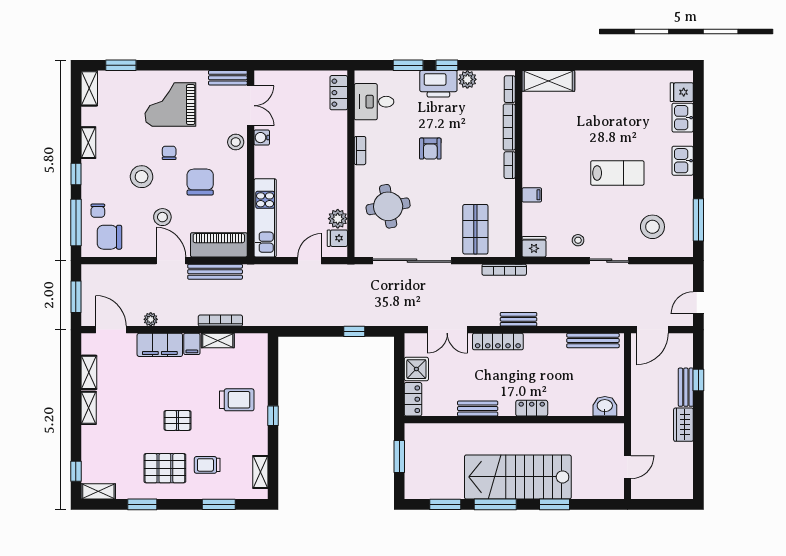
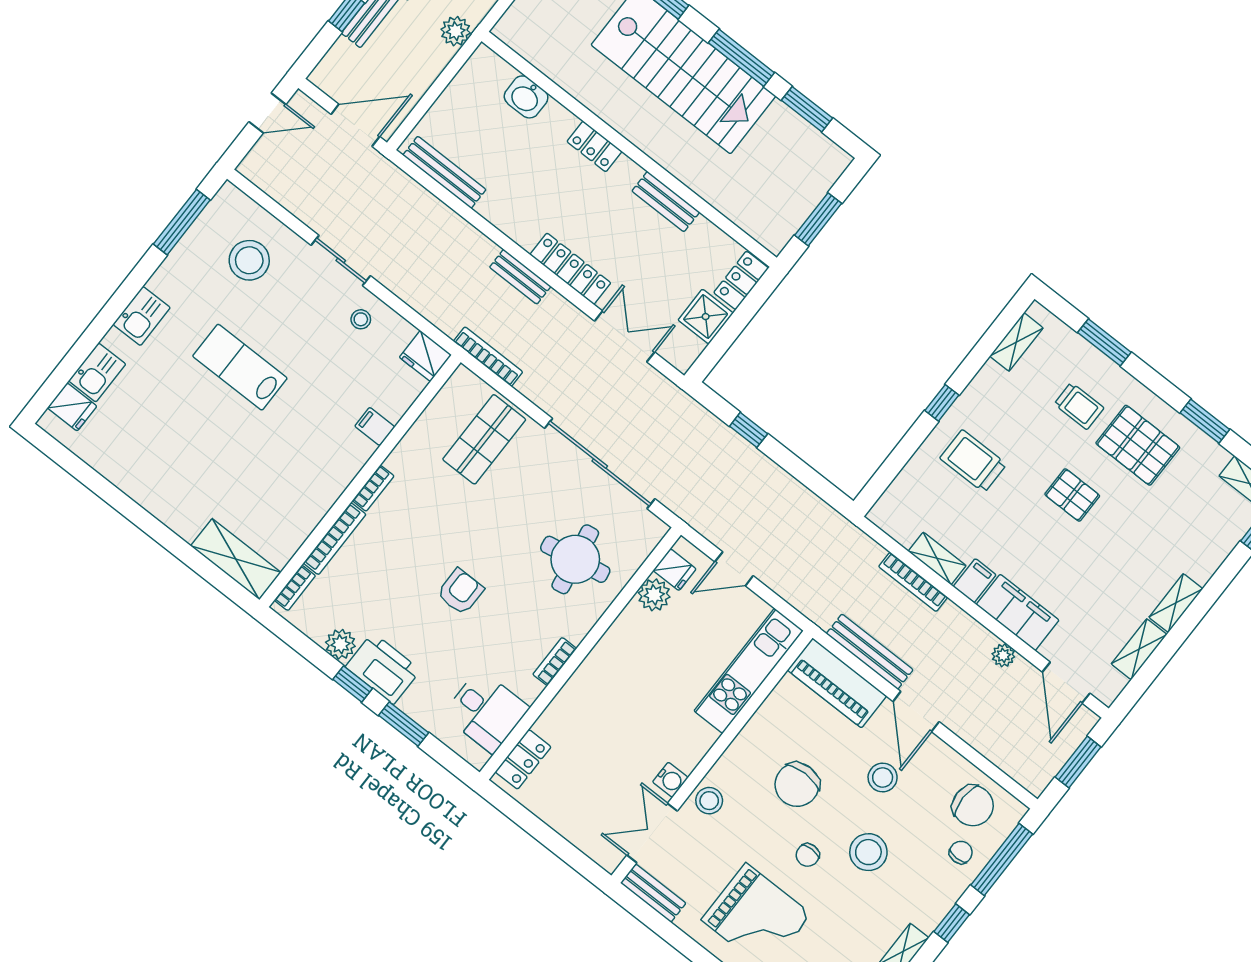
washbasin: (605, 406) -> (526, 97), moved
plant: (640, 411) -> (456, 31), added

